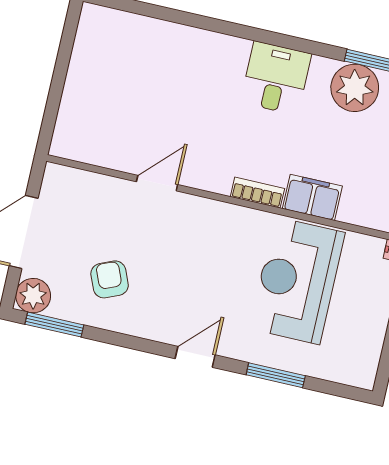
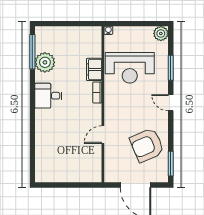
door: (157, 183) -> (103, 135), hinge flipped
armchair: (110, 279) -> (147, 145), width x1.88, depth x1.88
plant: (33, 296) -> (161, 33), moved

